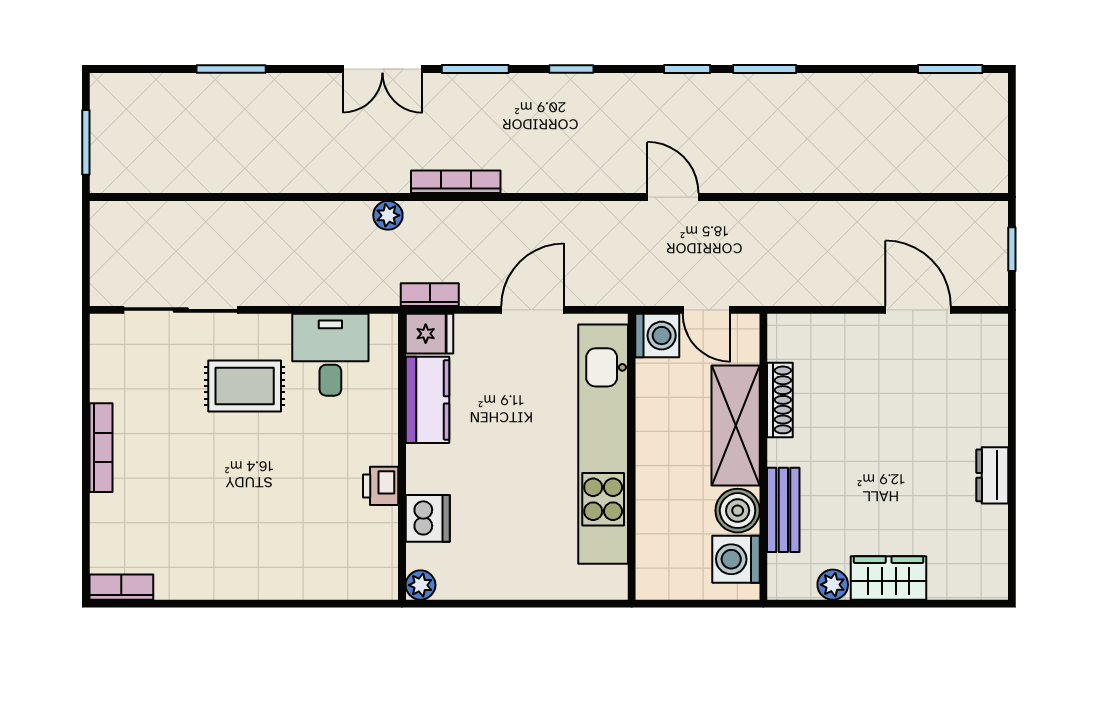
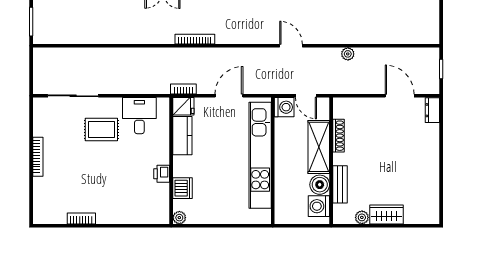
plant: (388, 215) -> (348, 54), moved
dresser: (992, 475) -> (432, 110), moved
bookcase: (121, 587) -> (81, 219), moved

